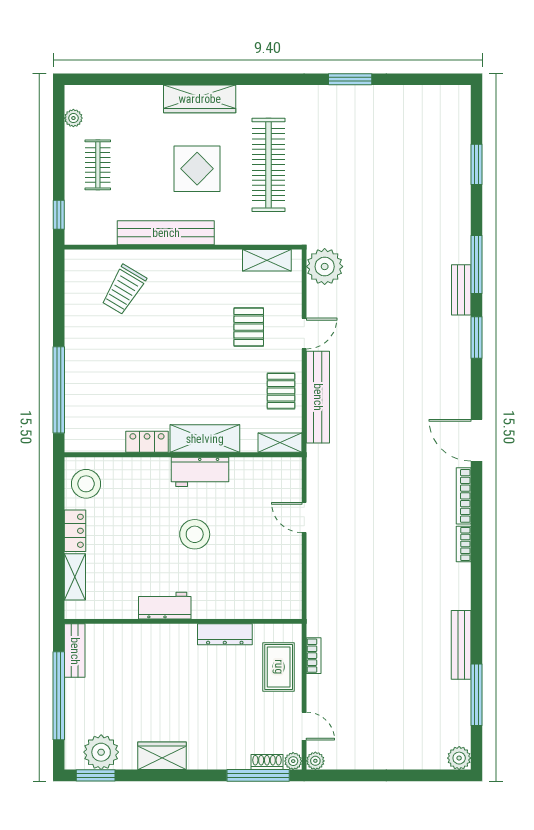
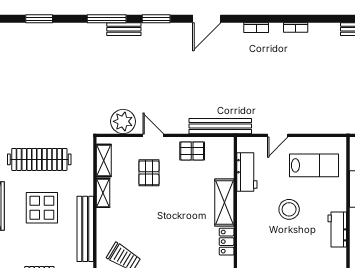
plant: (325, 267) -> (123, 121), moved
pallet: (249, 327) -> (149, 173), turned 90
bench: (318, 397) -> (220, 126), moved
door: (476, 440) -> (207, 19), moved
shelving: (280, 443) -> (103, 193), moved
workbench: (200, 472) -> (247, 172), moved
bookcase: (464, 496) -> (256, 28), width x0.64
lab bench: (260, 571) -> (314, 165), added

